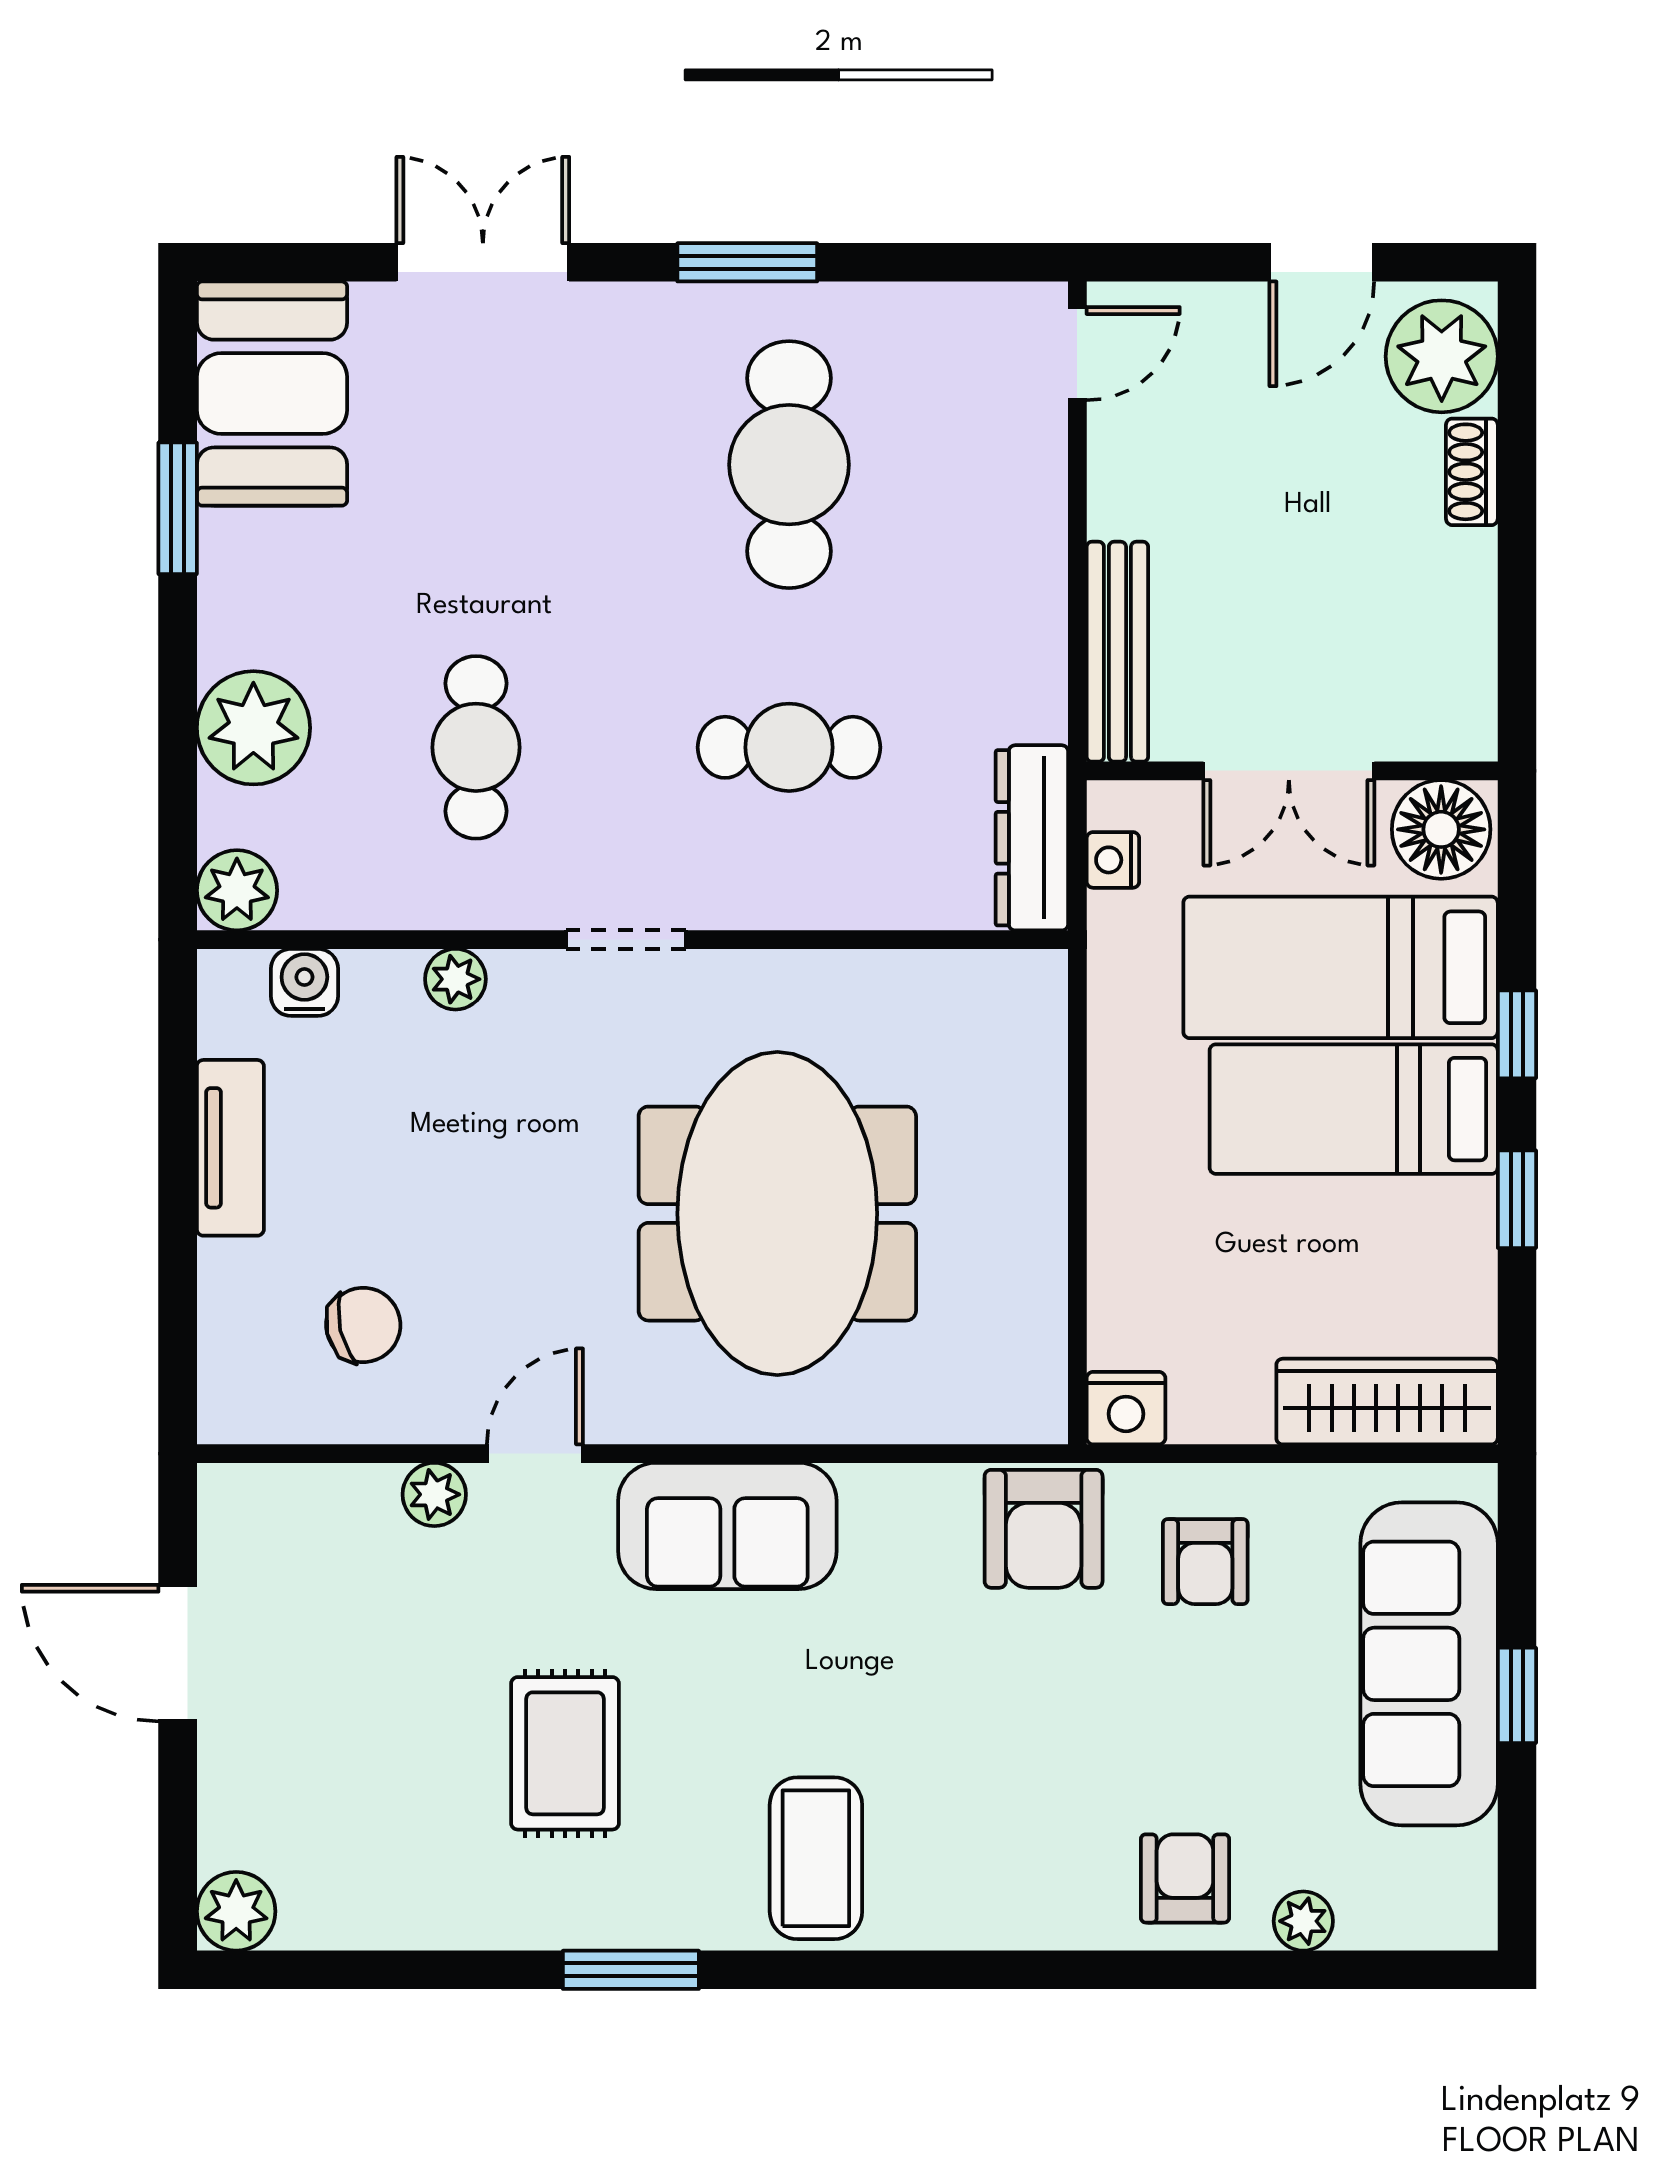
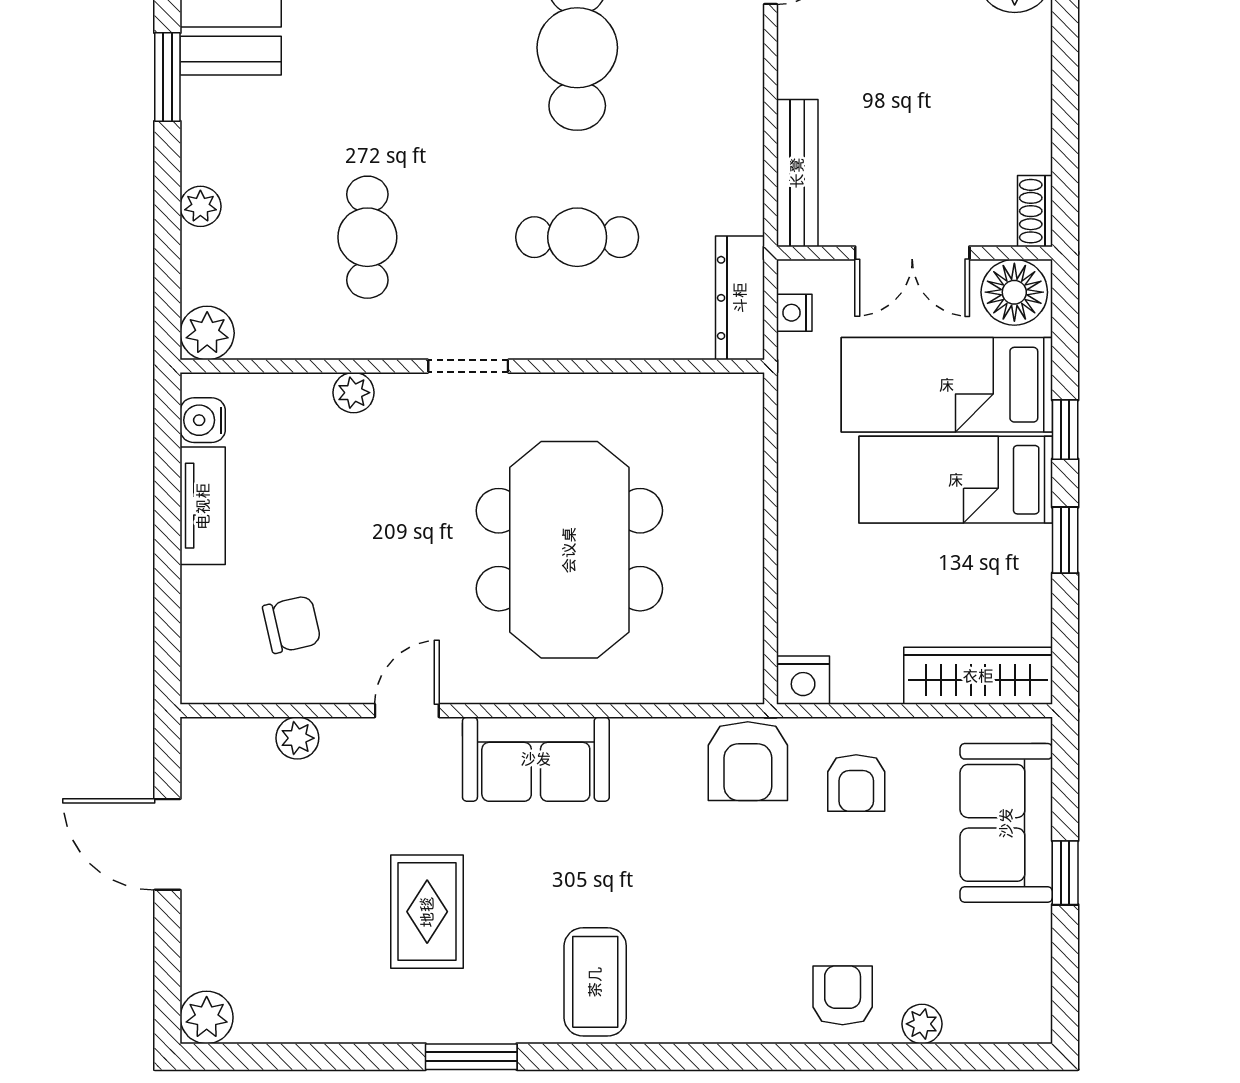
shoe rack: (1472, 472) -> (1035, 211), moved
plant: (253, 728) -> (200, 206), width x0.53, depth x0.53
water cooler: (304, 982) -> (203, 420), moved, turned -90
plant: (434, 1494) -> (297, 738), moved
sofa: (1429, 1664) -> (1006, 823), width x0.73

